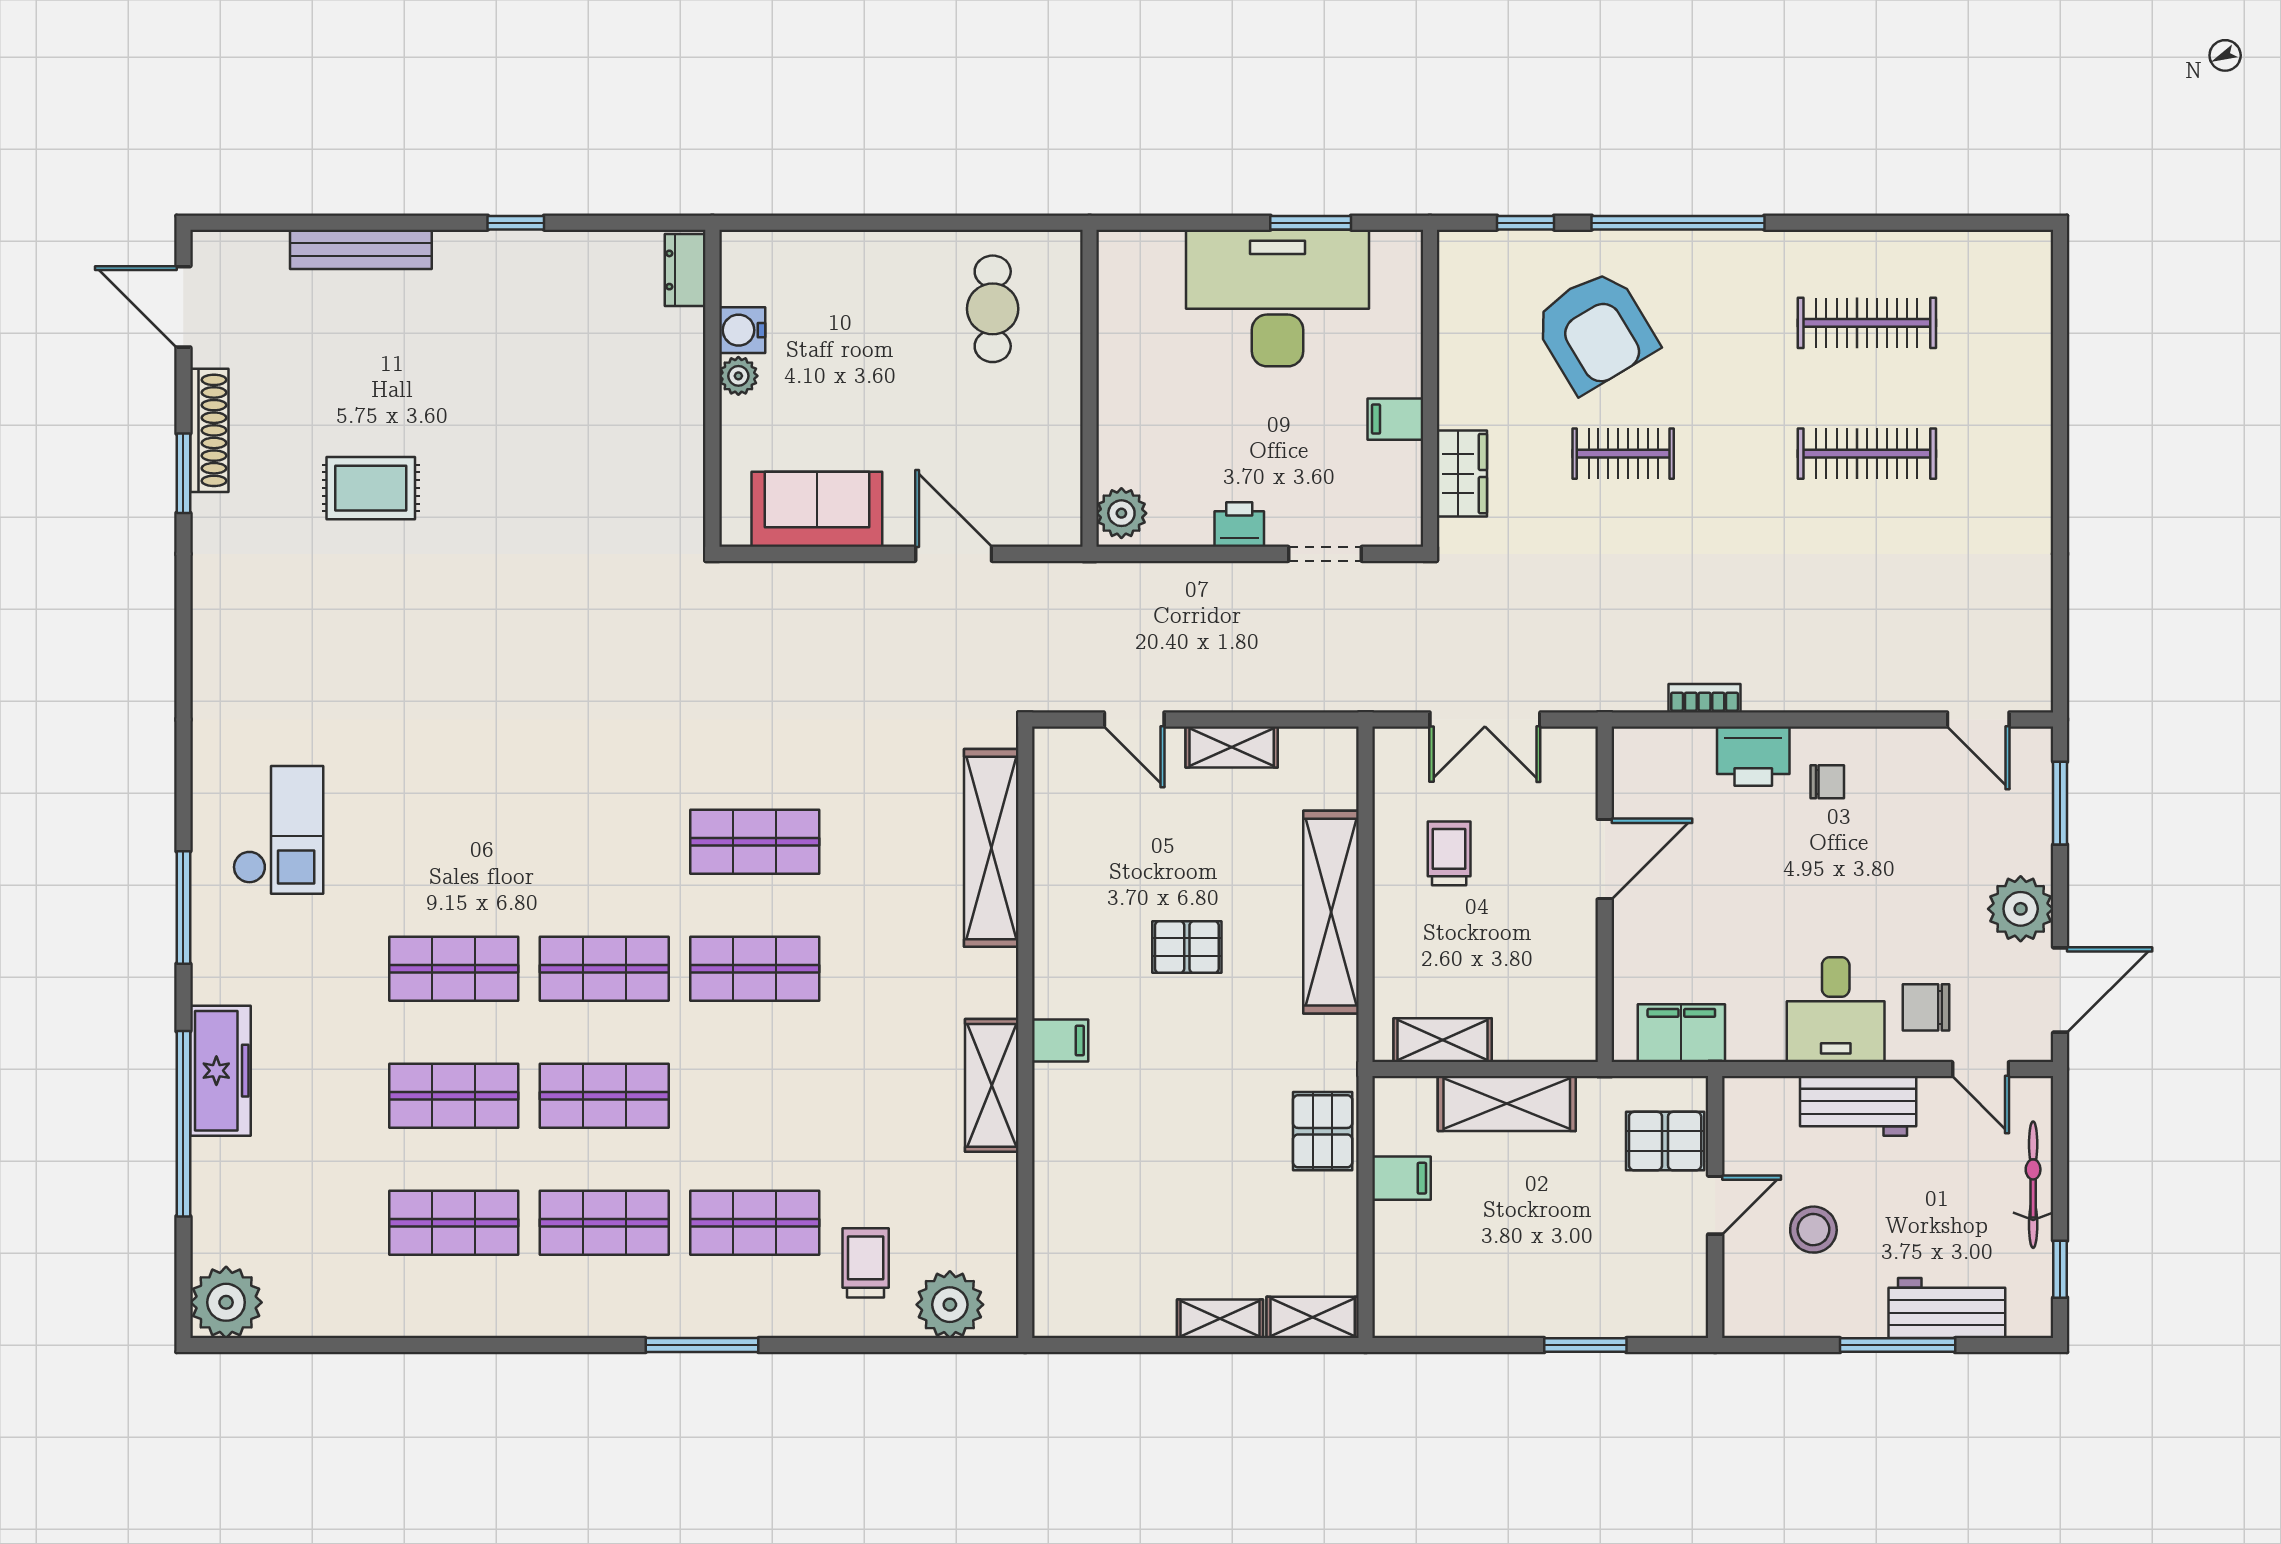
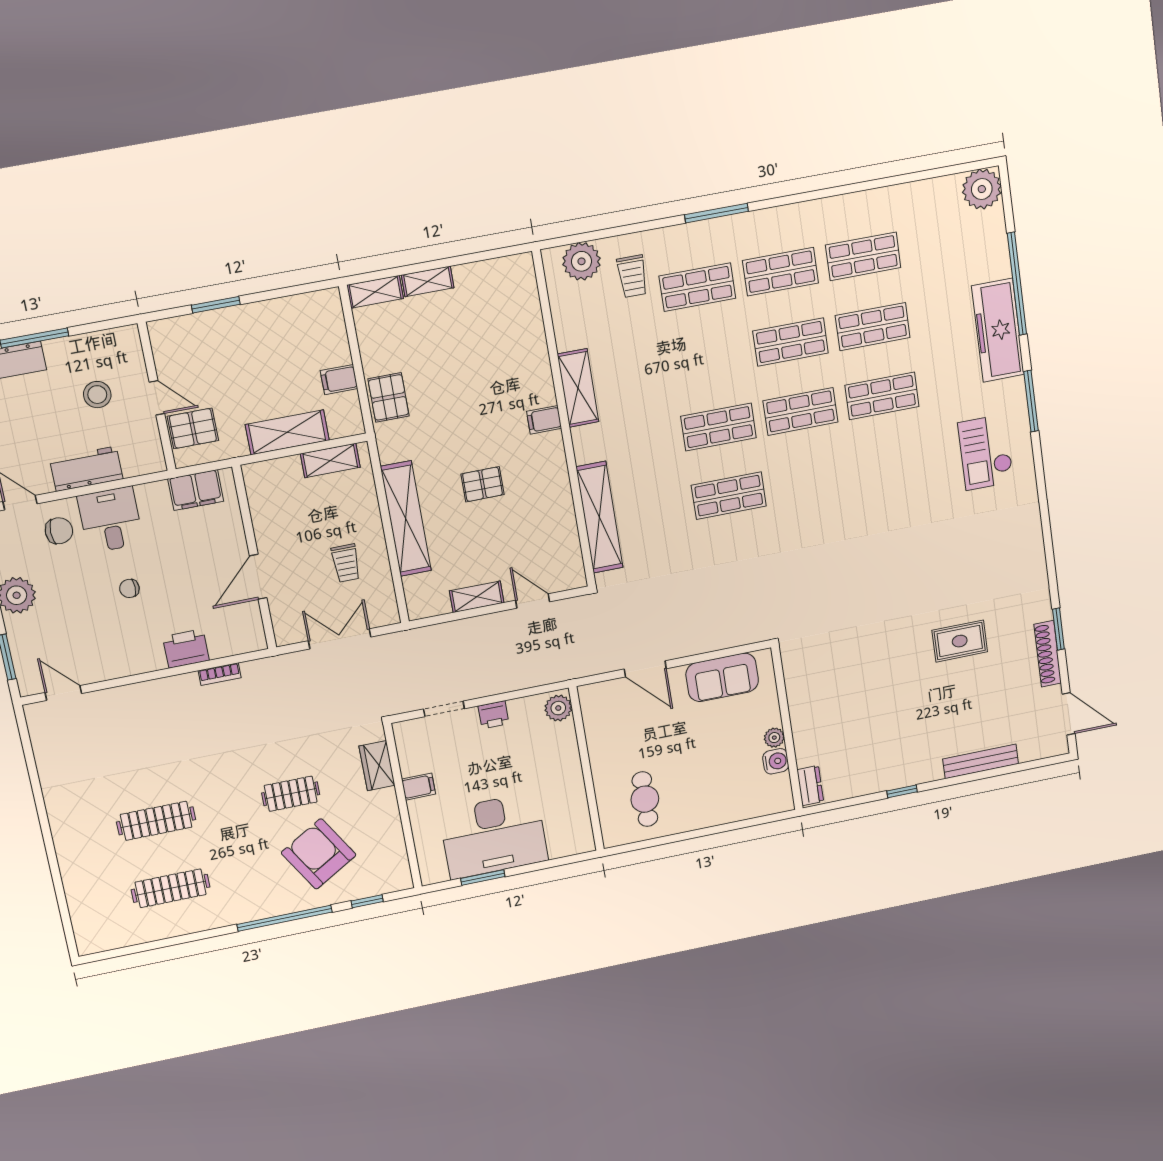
chair: (1827, 782) -> (129, 588), moved
freezer: (221, 1071) -> (998, 330), width x1.36, depth x1.26
door: (1715, 1205) -> (157, 398), swing flipped

